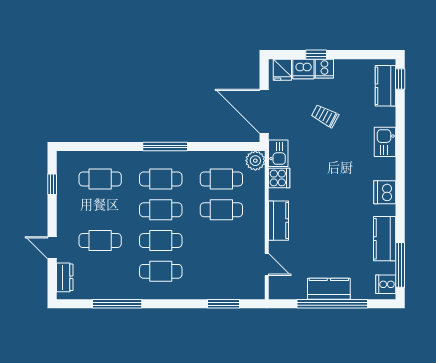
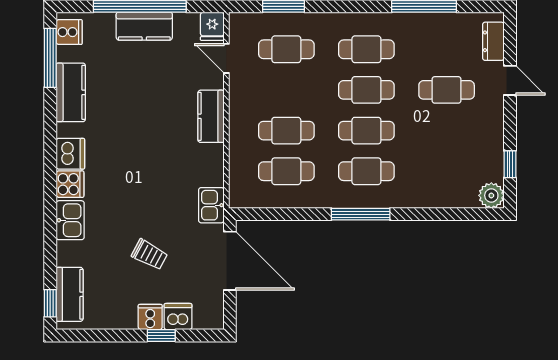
fridge: (282, 70) -> (212, 26), moved, turned 180
plant: (255, 161) -> (491, 195), moved
cooker: (279, 178) -> (70, 184), moved, turned 180
cafe table: (100, 179) -> (286, 49), moved

